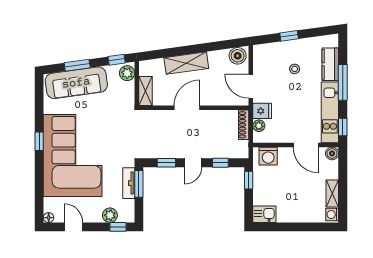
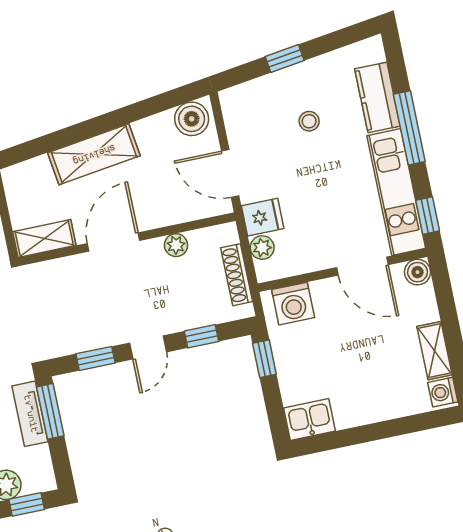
shelving: (146, 91) -> (44, 238), moved, turned 90
plant: (217, 116) -> (176, 245), added
shoe rack: (244, 125) -> (237, 275), moved

